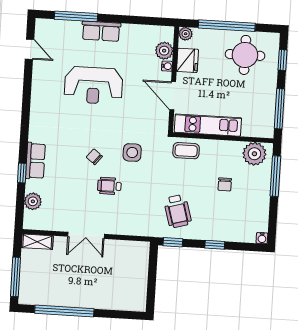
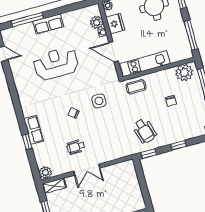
reception desk: (93, 85) -> (56, 64), turned 180
wheelchair: (109, 186) -> (76, 147), moved
plant: (33, 201) -> (45, 173), moved

